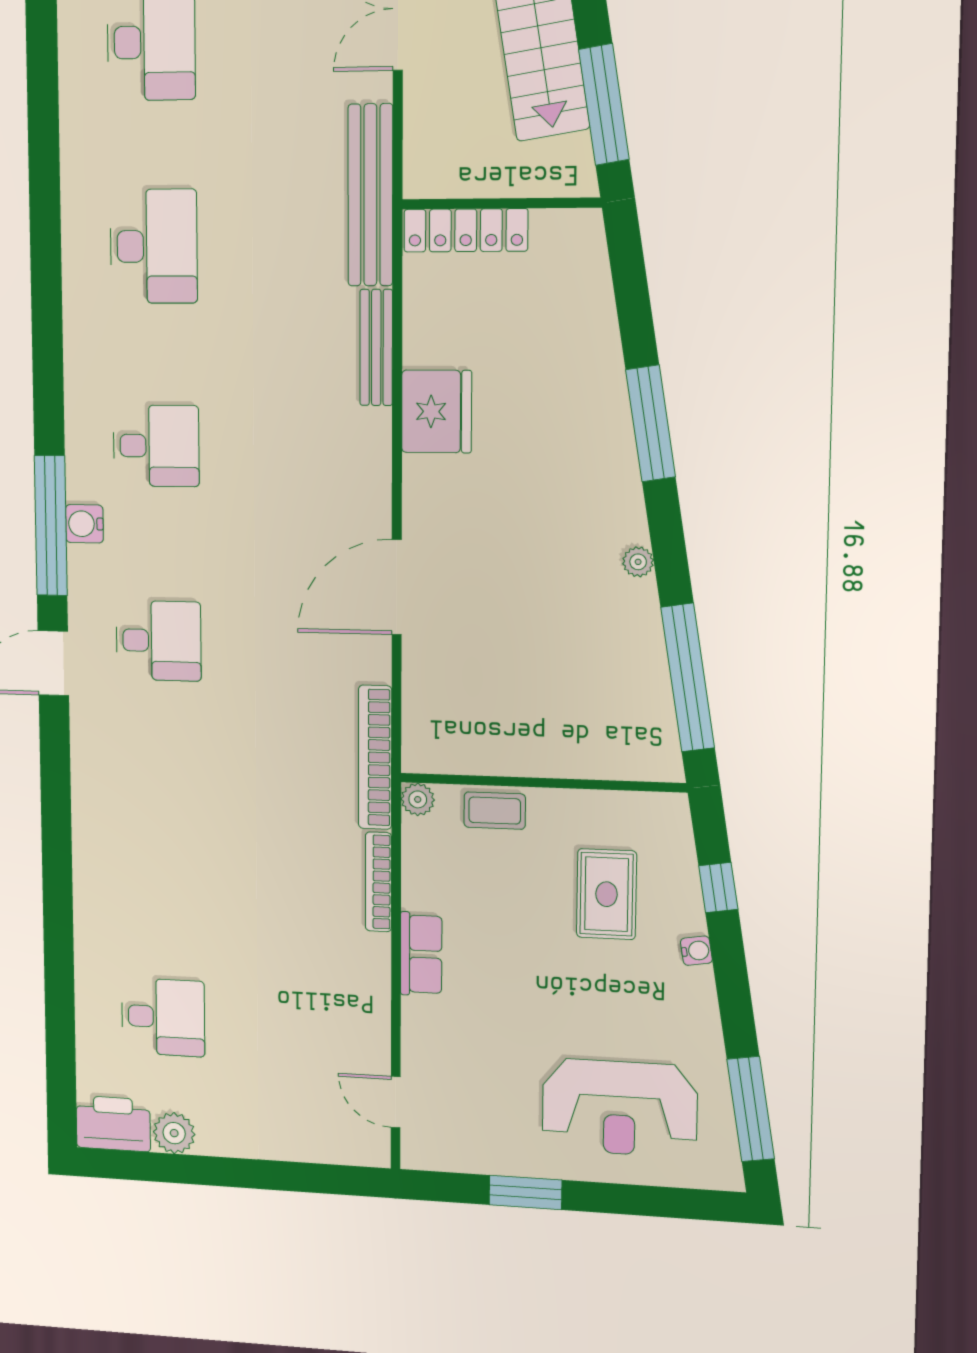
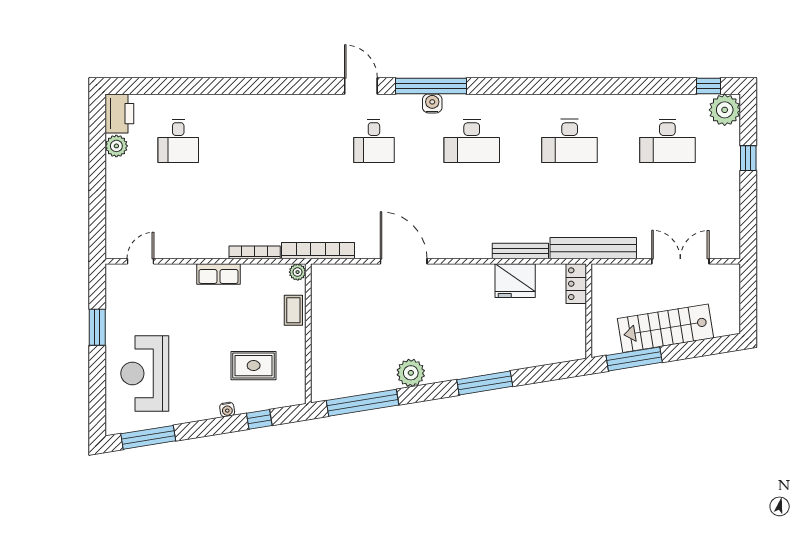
locker: (466, 230) -> (576, 284), width x0.66
fridge: (437, 411) -> (515, 281), moved
desk: (156, 446) -> (472, 141), width x1.37
plant: (638, 562) -> (411, 373), width x1.88, depth x1.88

